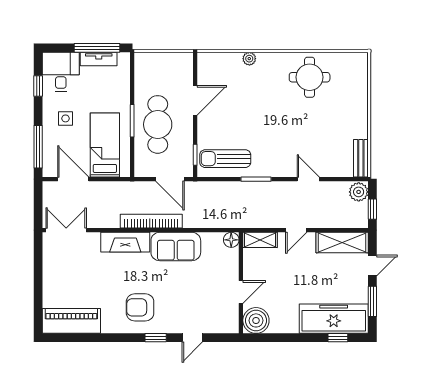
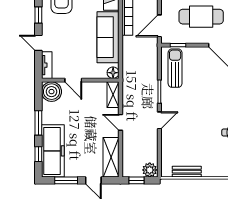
bench: (361, 158) -> (187, 172), moved
door: (308, 179) -> (159, 120), moved
sofa: (176, 246) -> (108, 37), width x1.36
tv unit: (221, 327) -> (47, 65), added
window: (297, 338) -> (38, 123), added

